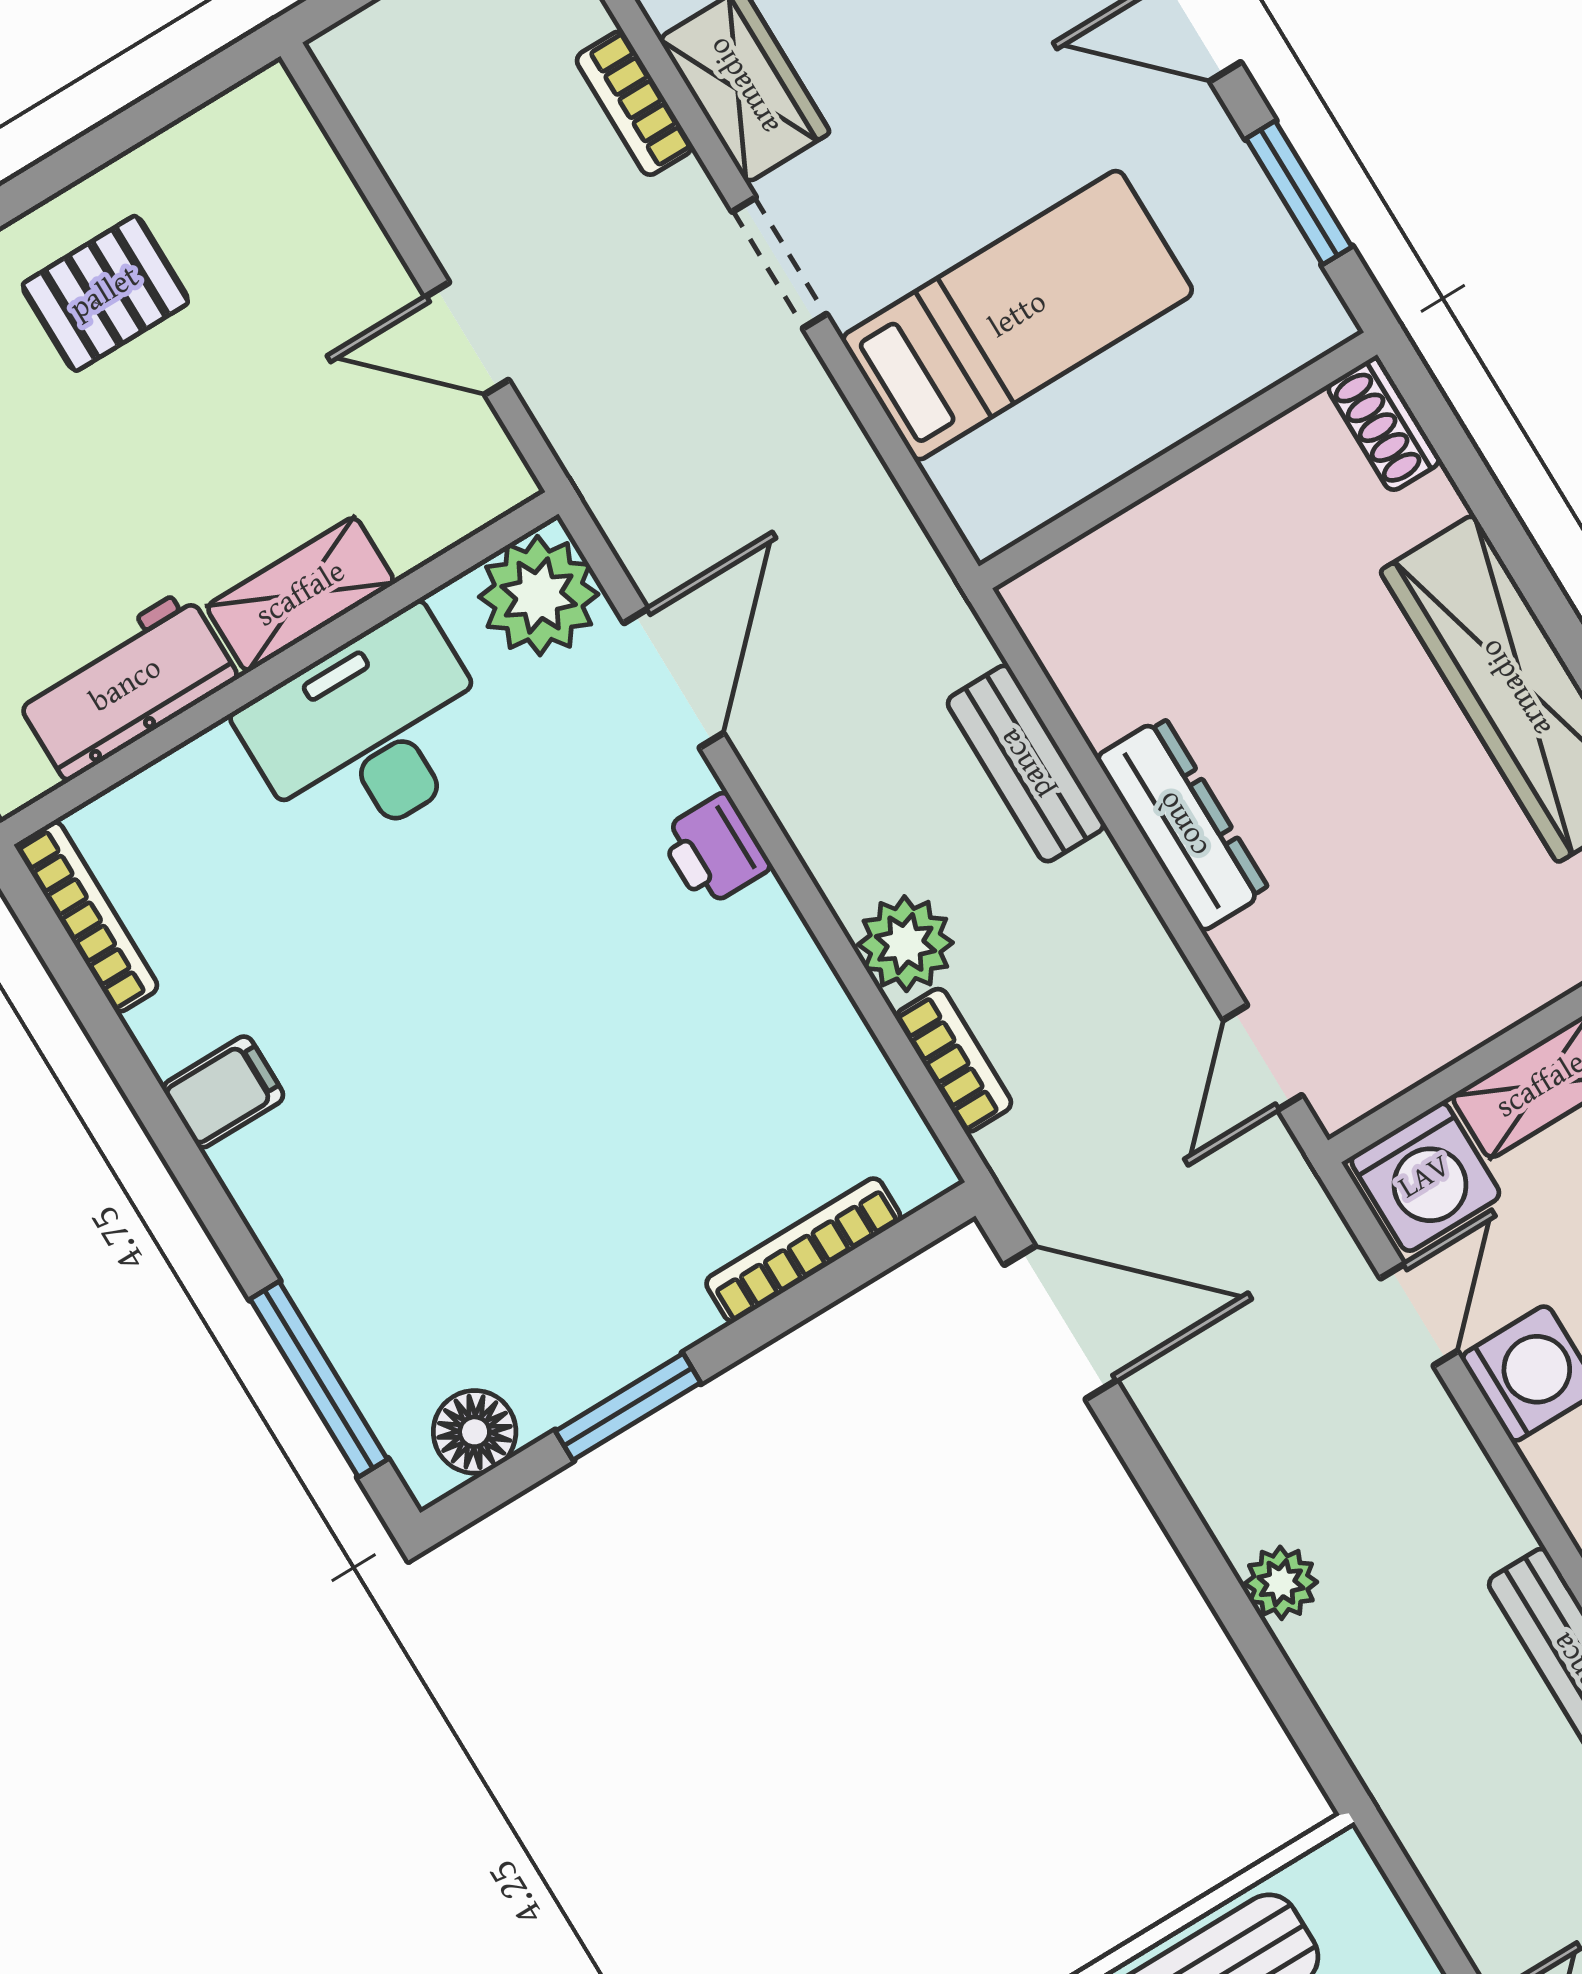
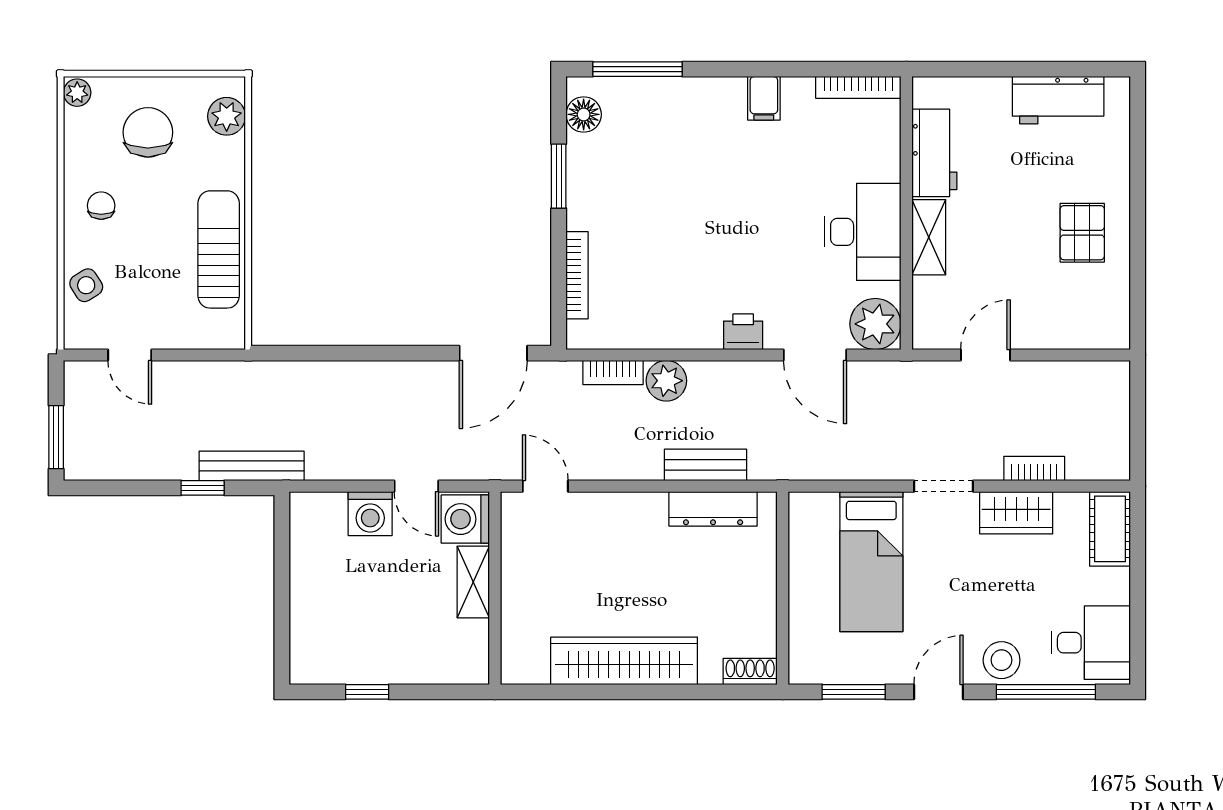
dresser: (1183, 824) -> (713, 509), moved
plant: (1281, 1583) -> (349, 376), removed

